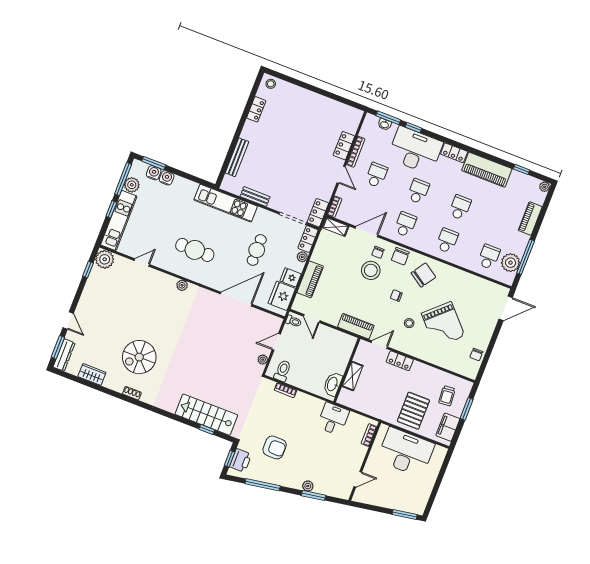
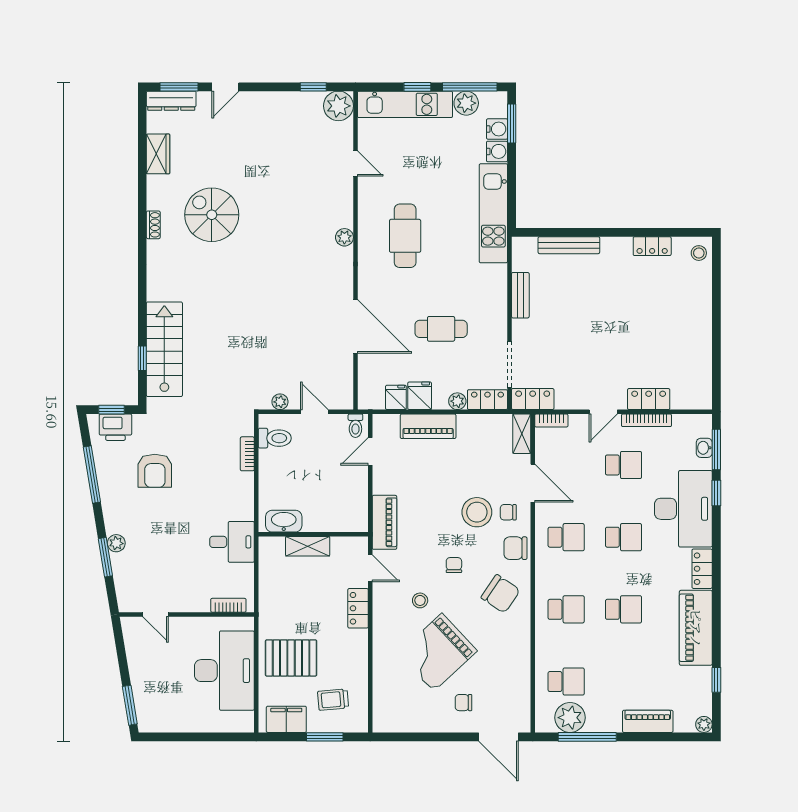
kitchen unit: (226, 203) -> (493, 213), moved
fridge: (282, 296) -> (396, 397), width x0.53, depth x0.75
chair: (476, 354) -> (463, 703), moved

